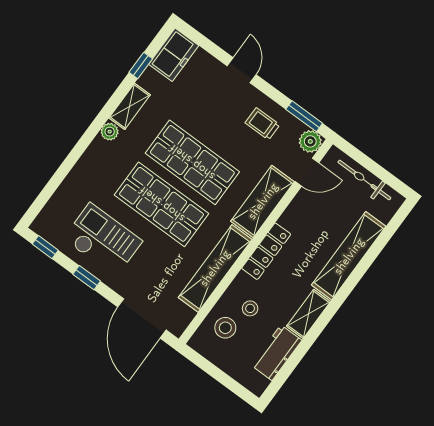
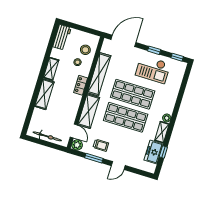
freezer: (174, 55) -> (153, 152), moved
door: (242, 70) -> (118, 166), hinge flipped
window: (304, 116) -> (94, 158), moved
door: (307, 172) -> (74, 131), swing flipped
locker: (266, 251) -> (81, 85), width x0.66
shelving: (349, 256) -> (44, 94), width x0.68
door: (142, 318) -> (123, 41), hinge flipped
workbench: (276, 353) -> (62, 37), moved

